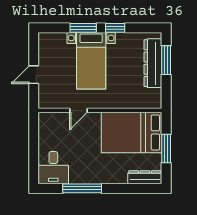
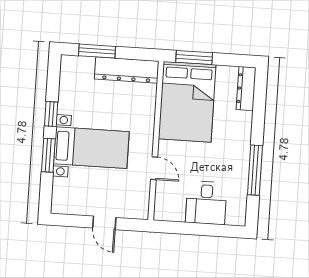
dresser: (153, 63) -> (127, 70), moved
window: (166, 149) -> (194, 58), moved
desk: (53, 168) -> (206, 203), moved, turned 90

